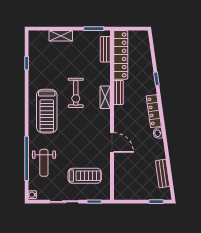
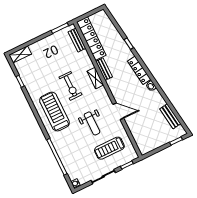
shelving: (61, 36) -> (20, 54), moved
treadmill: (47, 111) -> (54, 112), turned 180
weight bench: (44, 163) -> (92, 123), moved
treadmill: (85, 176) -> (109, 148), turned 180

